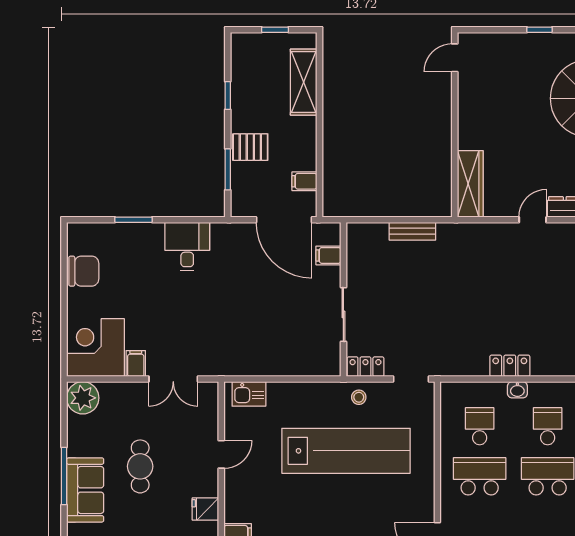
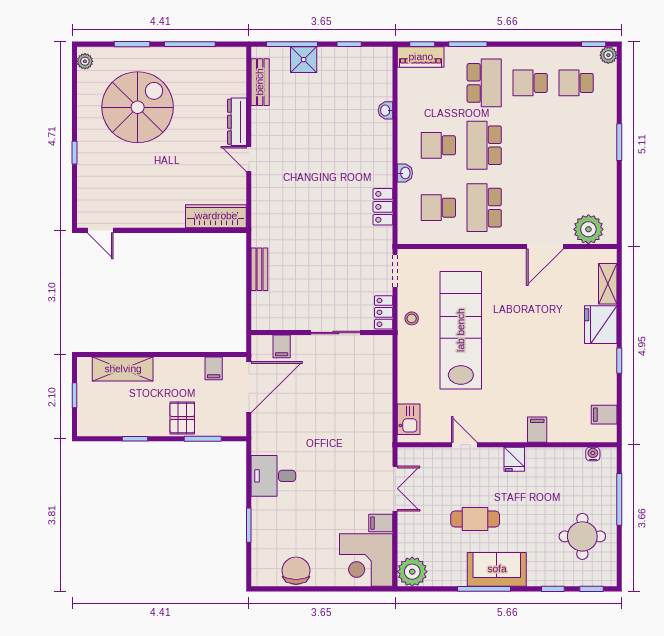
locker: (510, 366) -> (383, 207), moved

